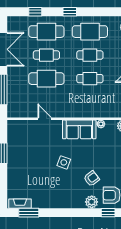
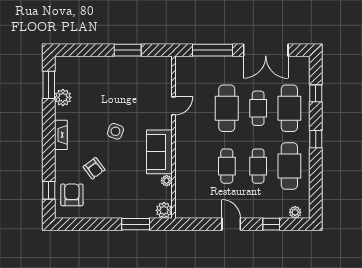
plant: (92, 202) -> (63, 97), moved
fireplace: (20, 204) -> (61, 135), moved

